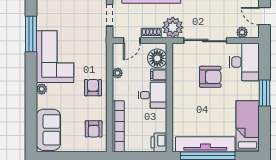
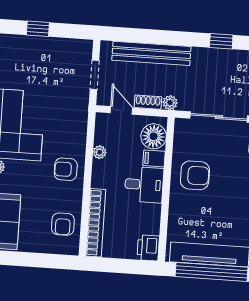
plant: (173, 27) -> (170, 103), width x0.53, depth x0.53
door: (132, 41) -> (121, 110), swing flipped
armchair: (210, 77) -> (195, 175), moved
armchair: (93, 88) -> (66, 169), turned -90

